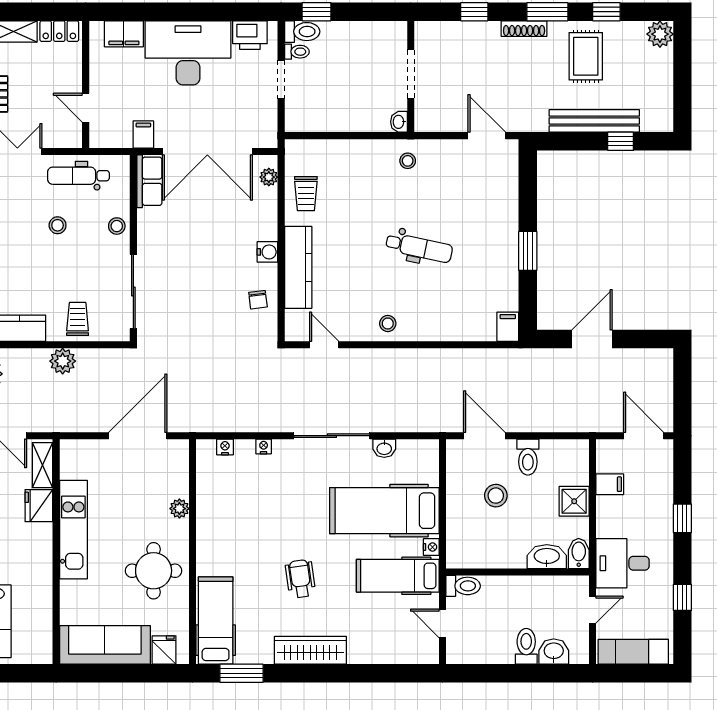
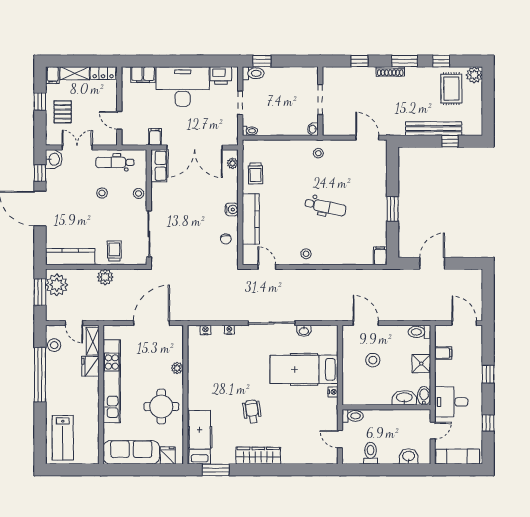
toilet: (297, 52) -> (250, 131), moved
rug: (586, 56) -> (451, 89), moved
toilet: (528, 457) -> (419, 332), moved, turned 90
kitchen unit: (73, 530) -> (112, 381), width x1.36
hospital bed: (398, 576) -> (312, 410), removed
toilet: (526, 646) -> (371, 453), moved

